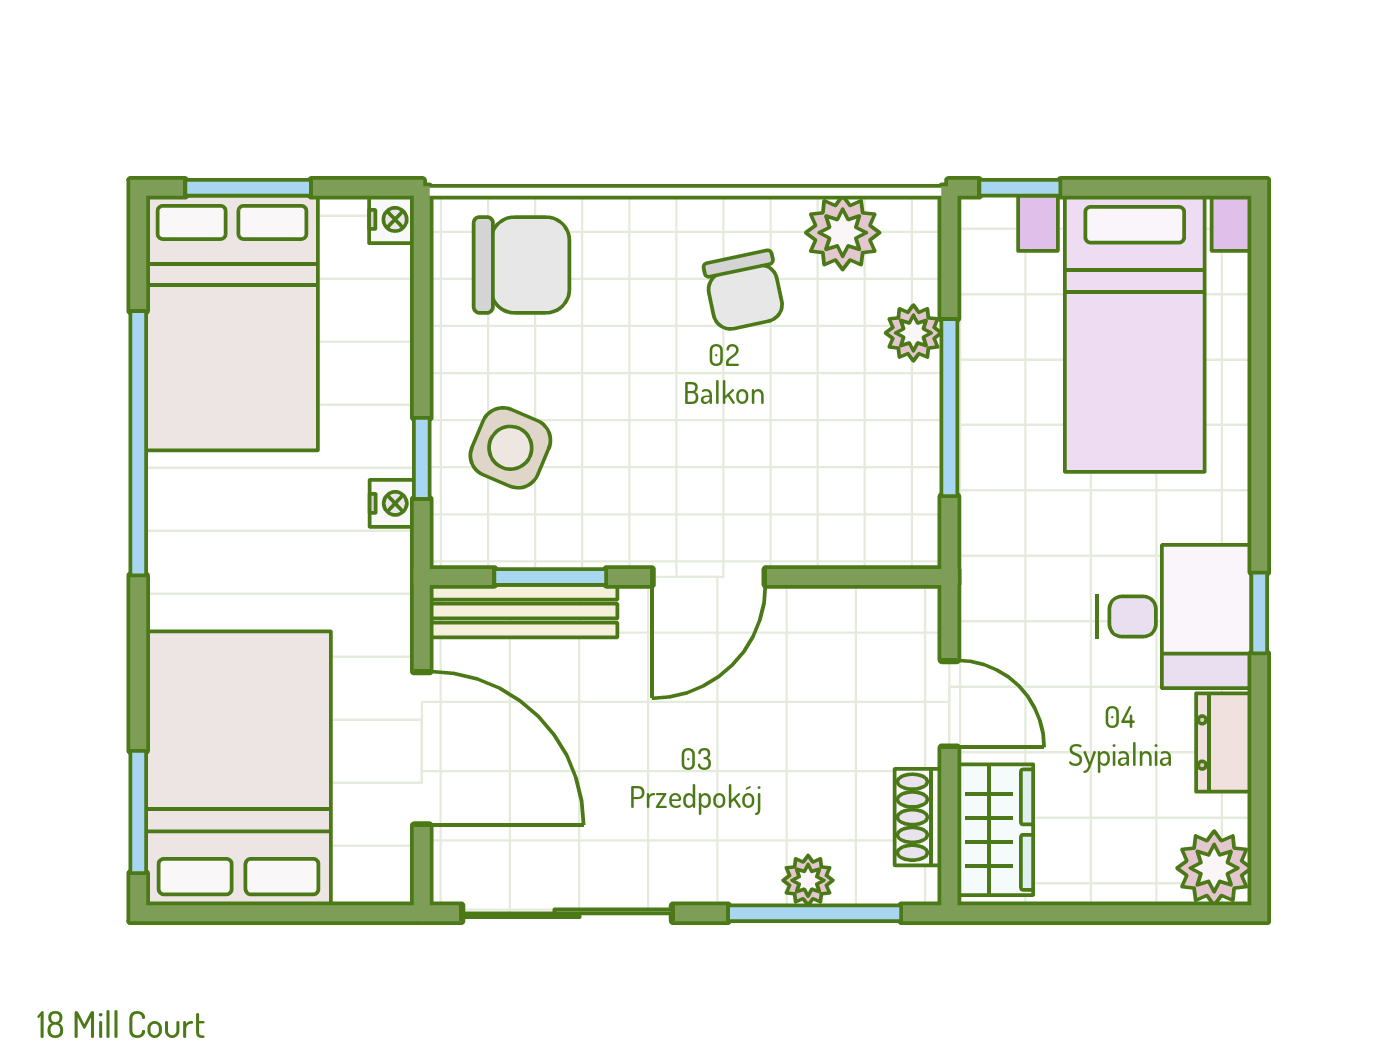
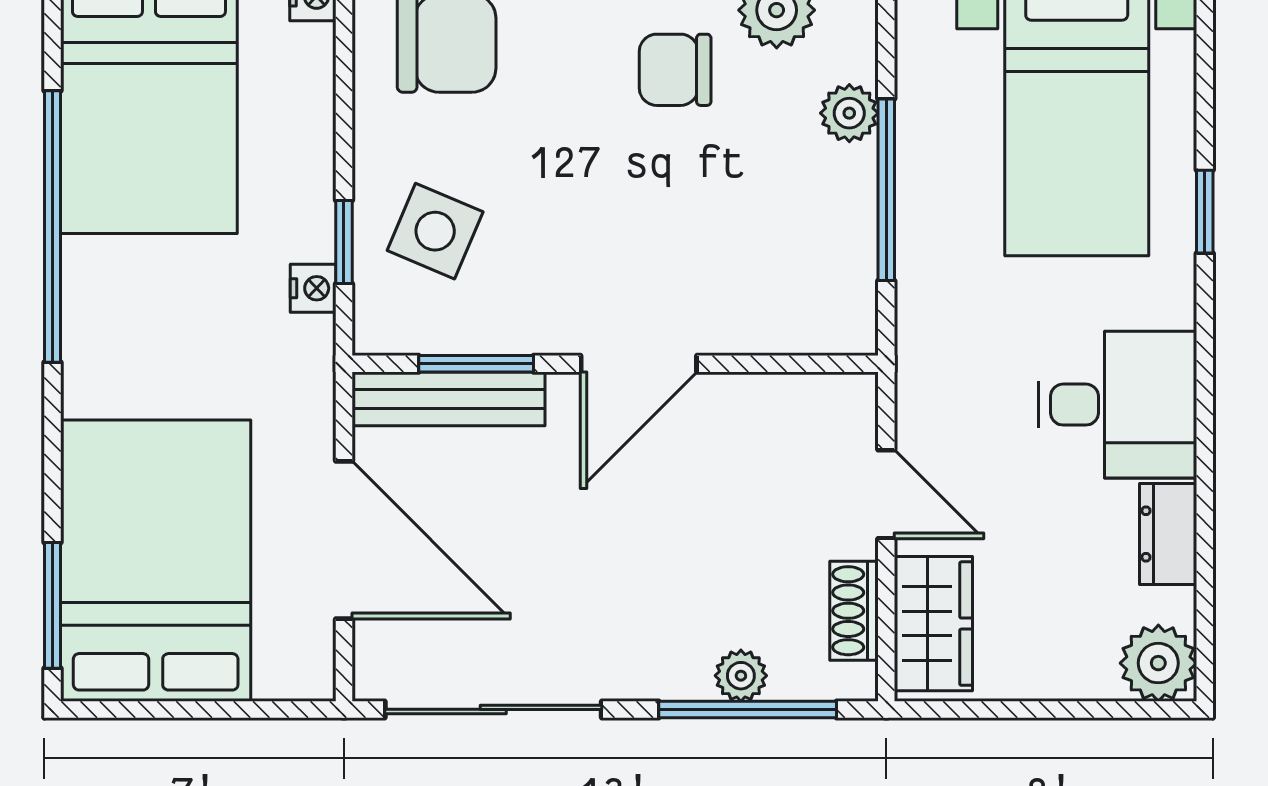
chair: (744, 291) -> (675, 70), turned 102
window: (1259, 613) -> (1205, 212), moved

